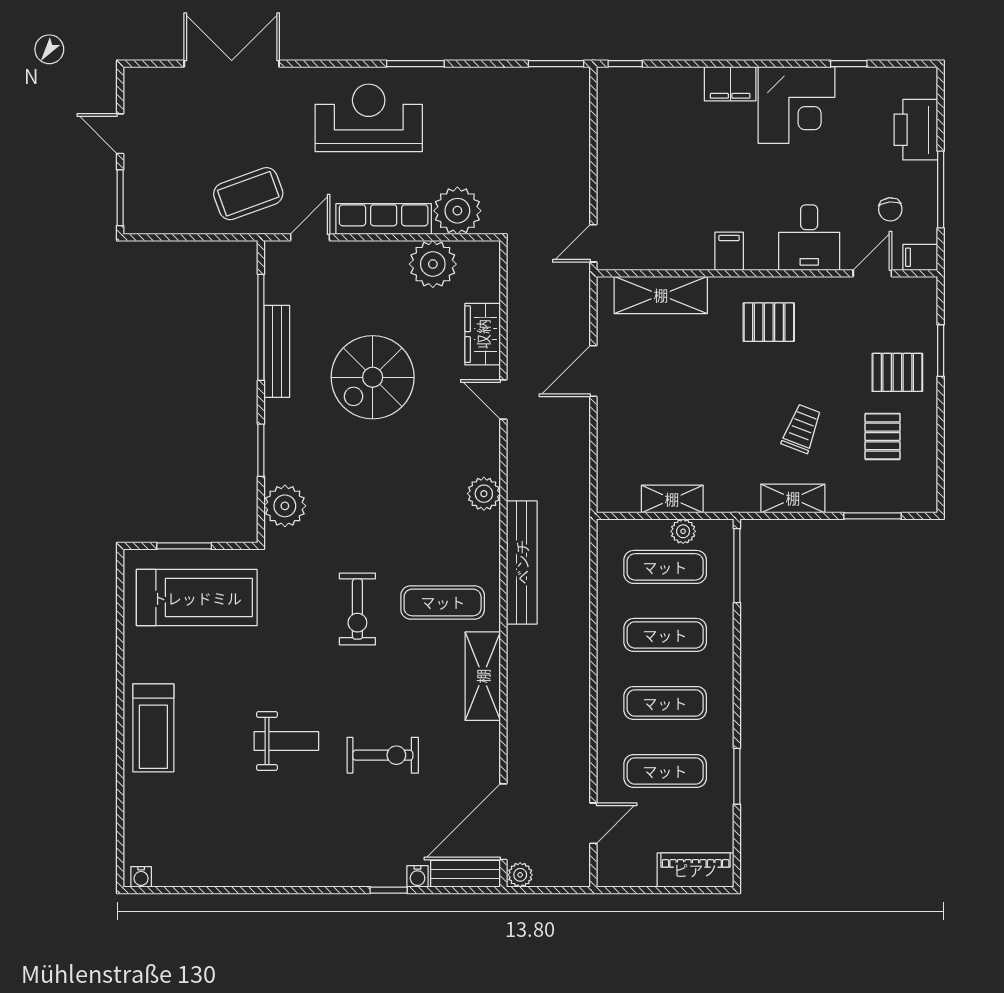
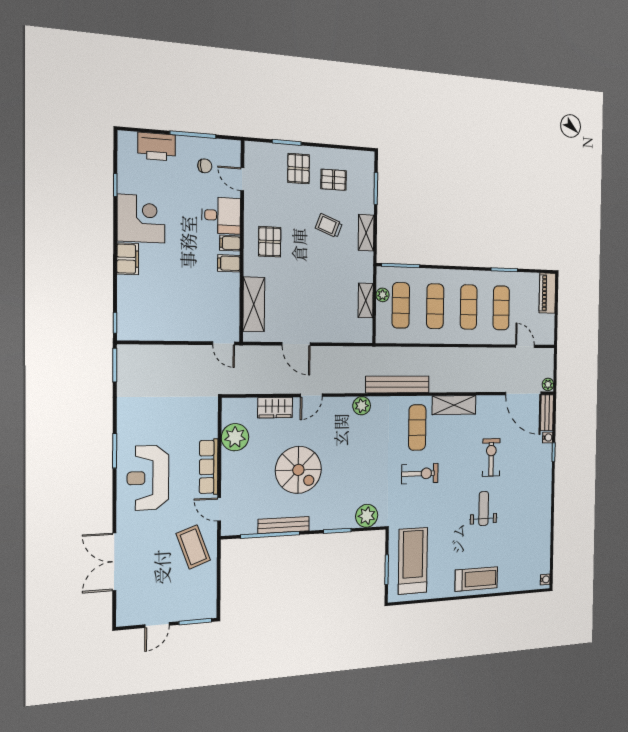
plant: (457, 211) -> (204, 423), removed
filing cabinet: (920, 257) -> (230, 243), moved, turned 90

